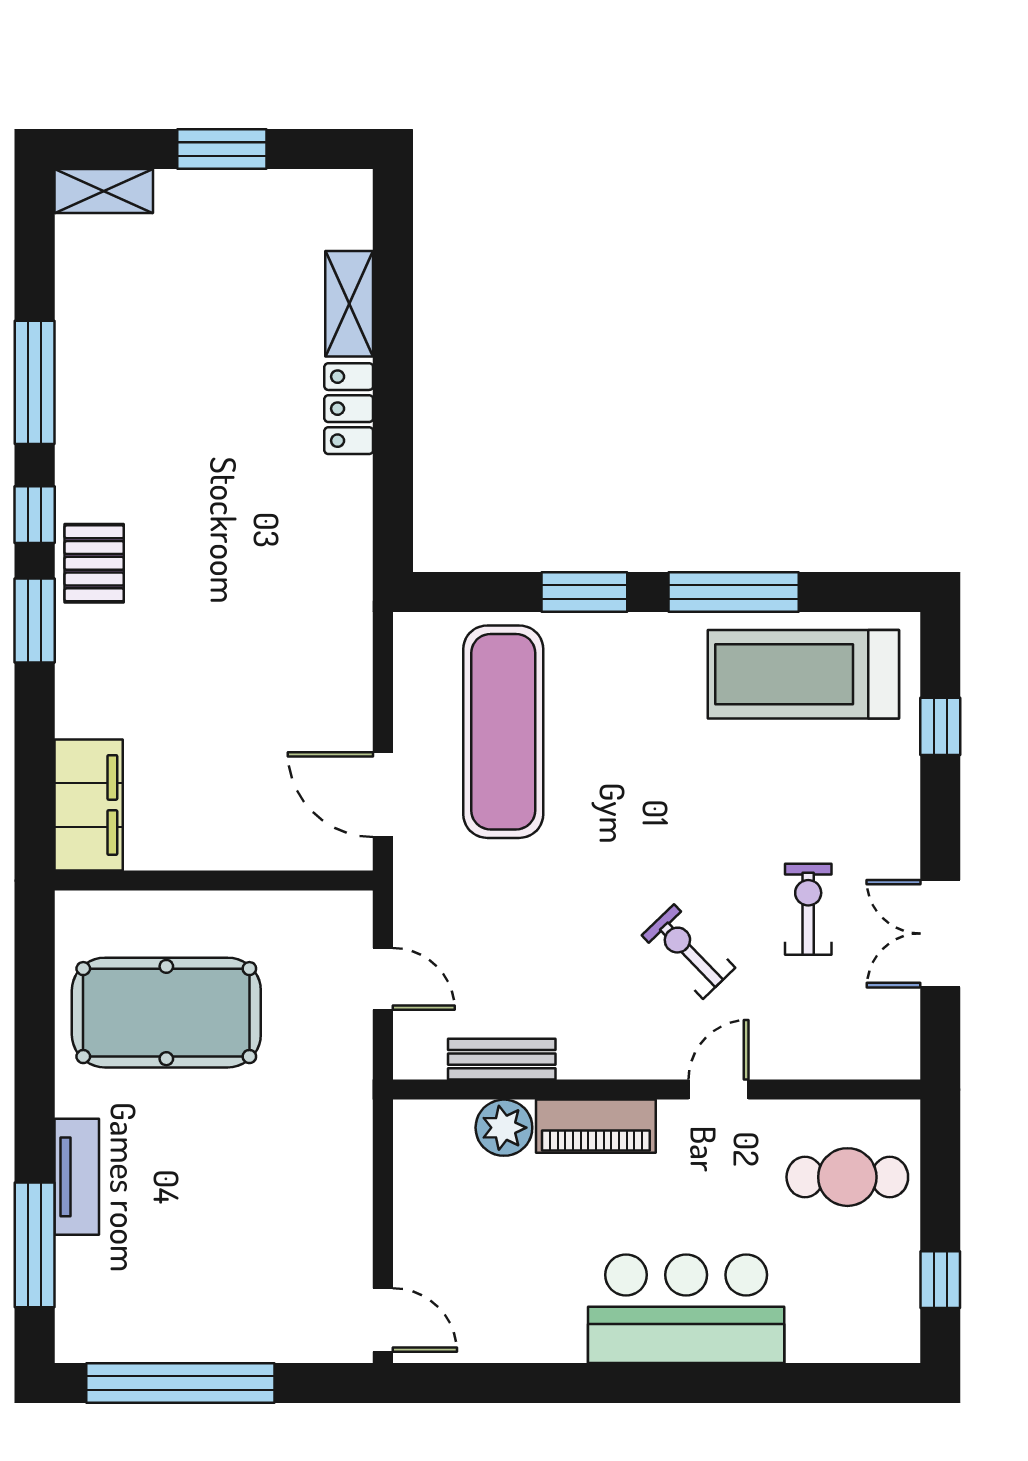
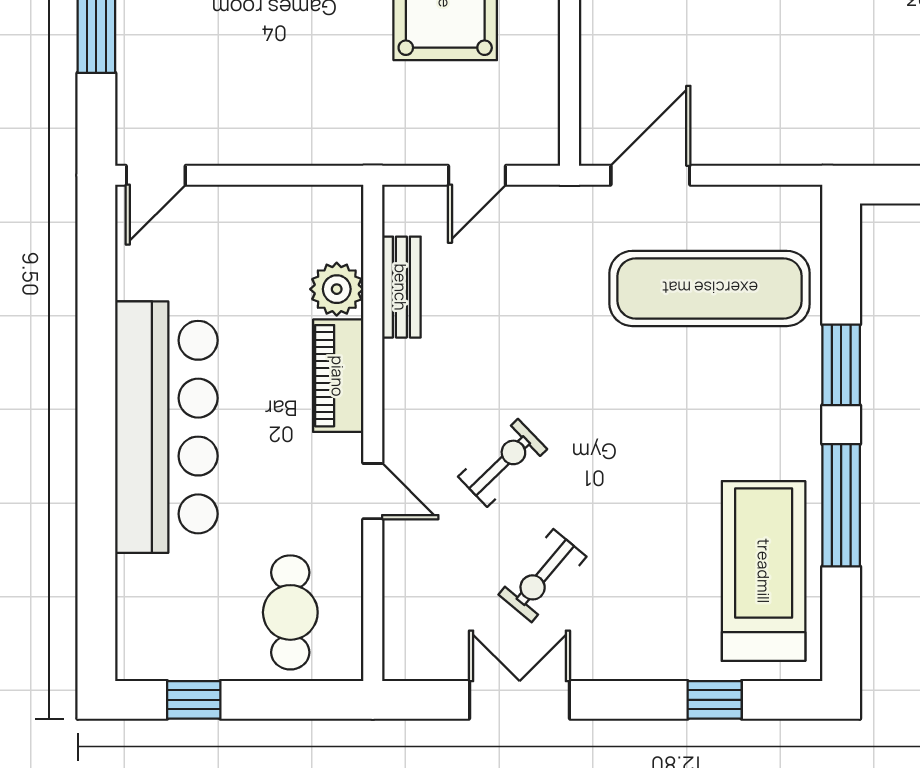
exercise bike: (808, 909) -> (542, 576), turned 130
bar counter: (686, 1309) -> (166, 427), width x1.36

